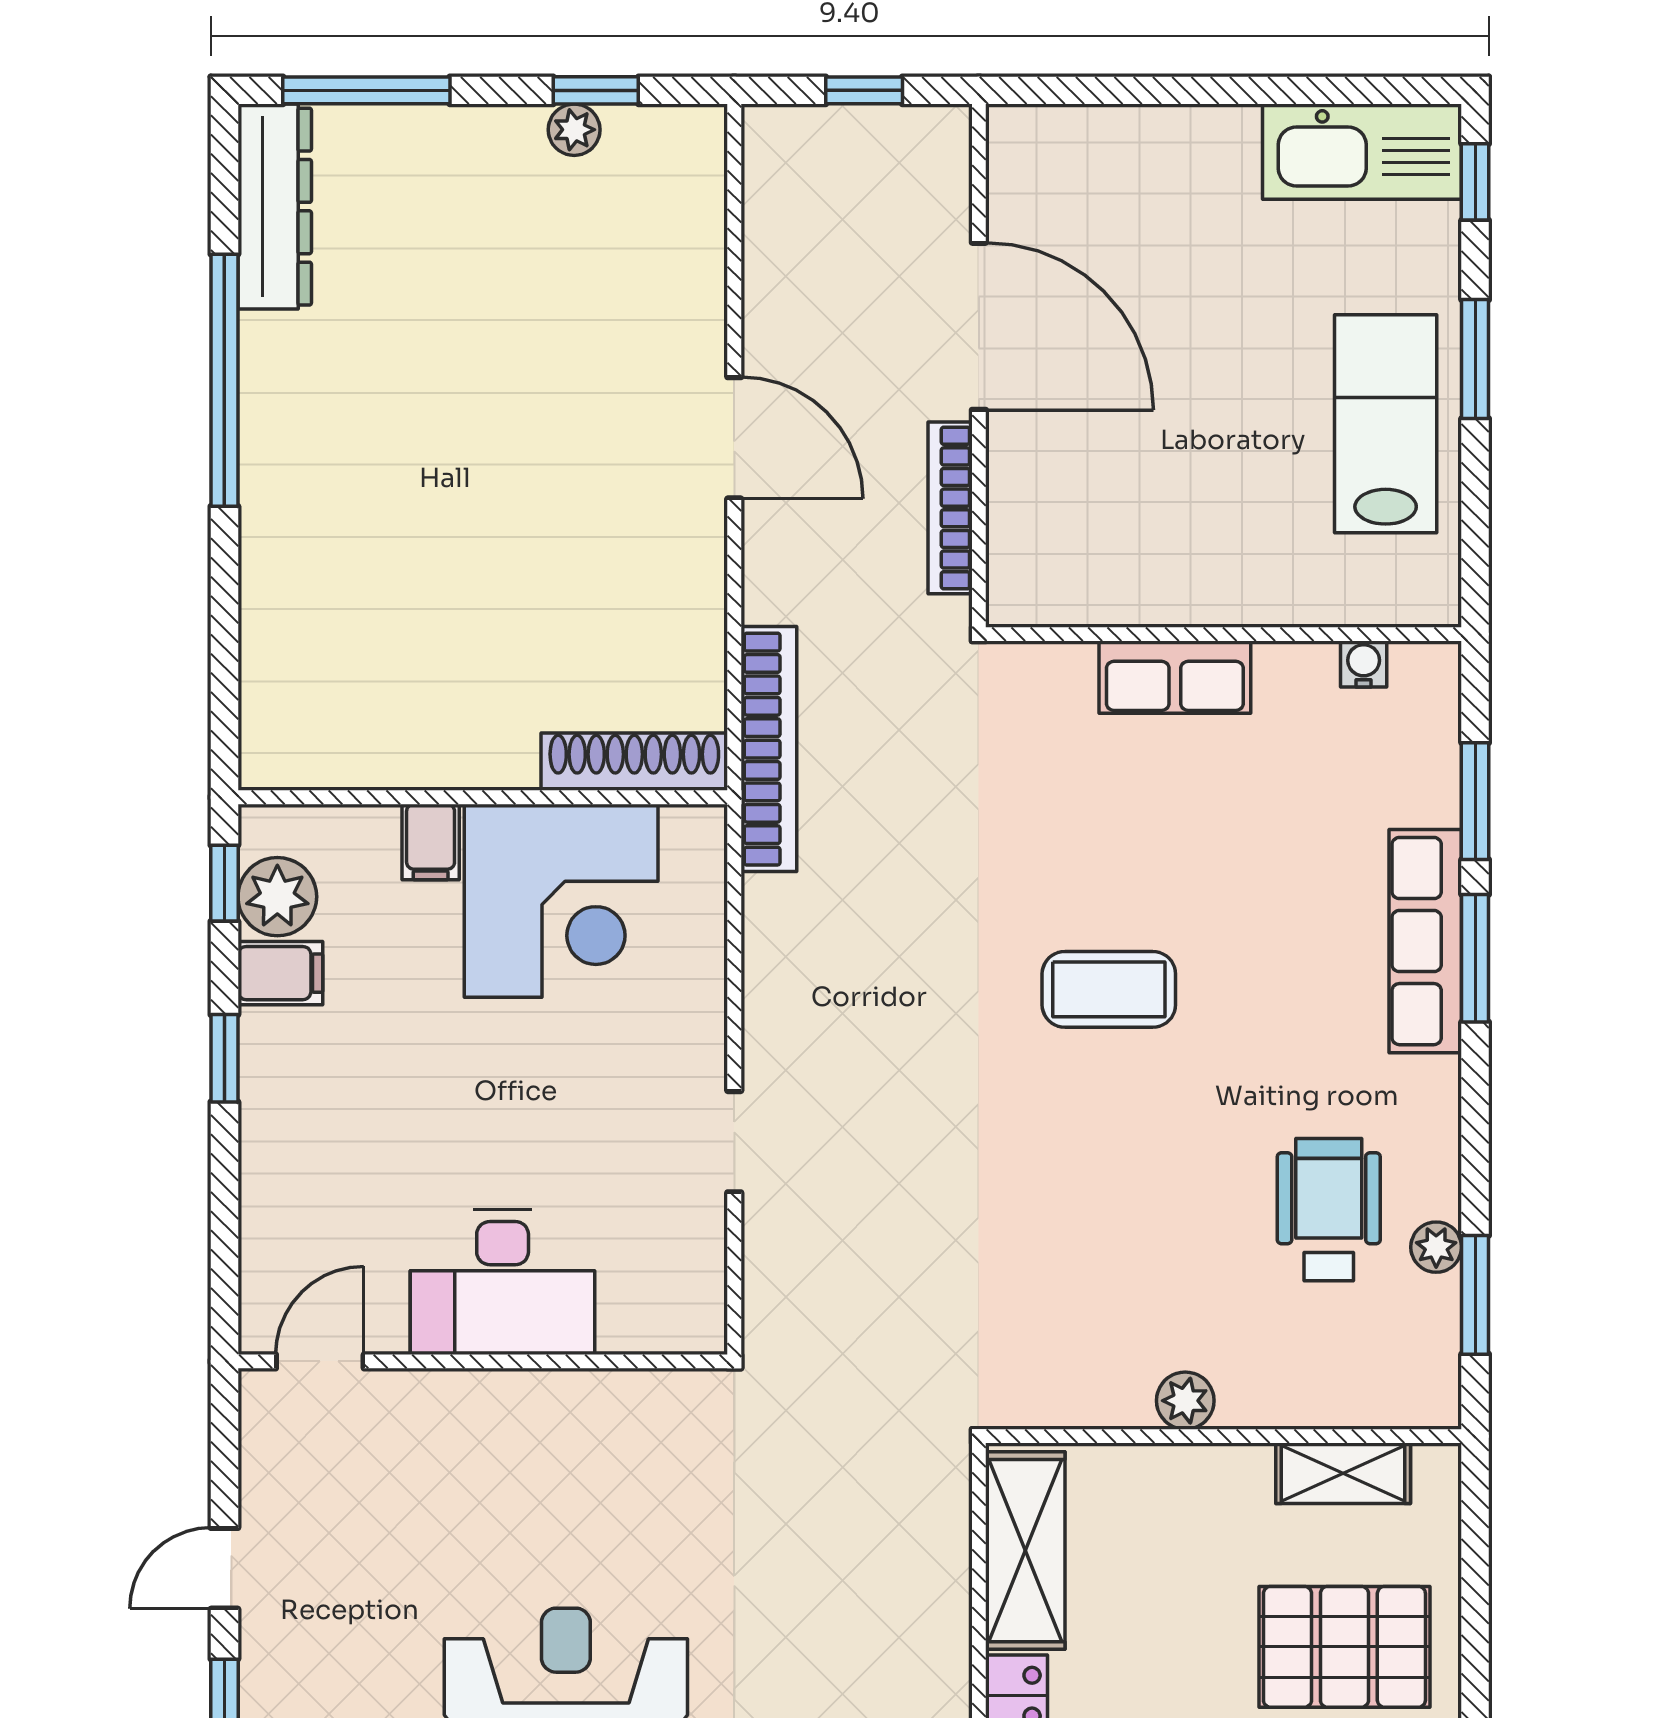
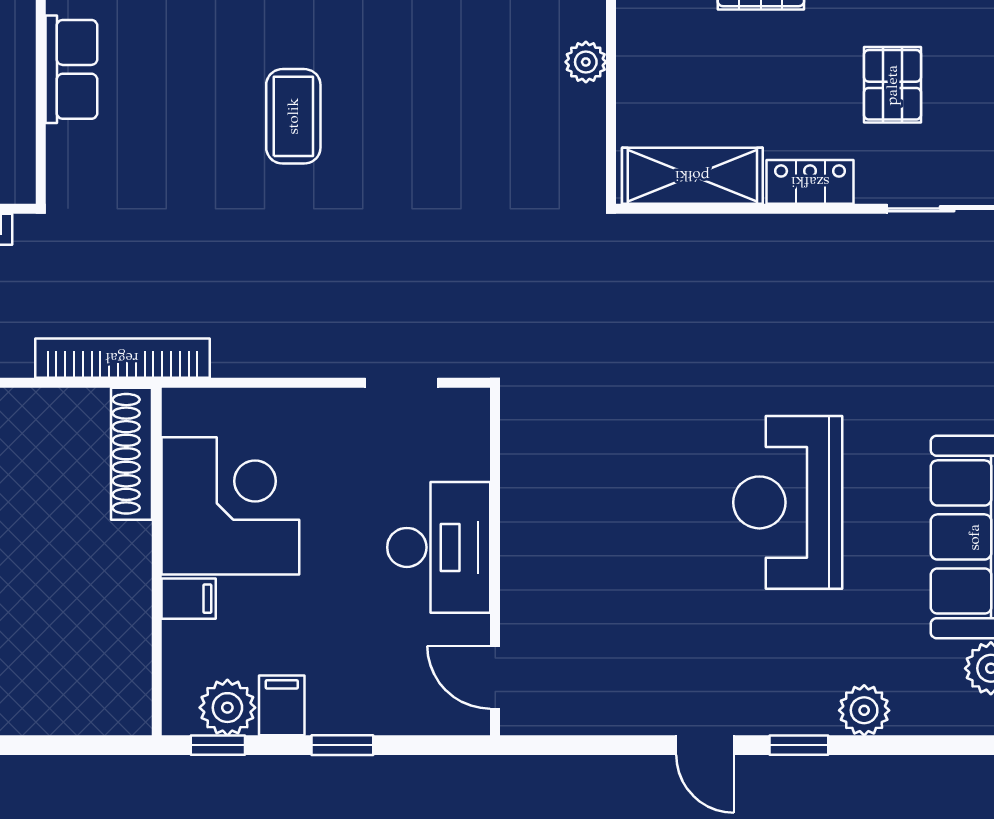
desk: (503, 1282) -> (439, 547), moved
door: (320, 1361) -> (495, 677), moved
wall: (483, 1361) -> (495, 562), moved

